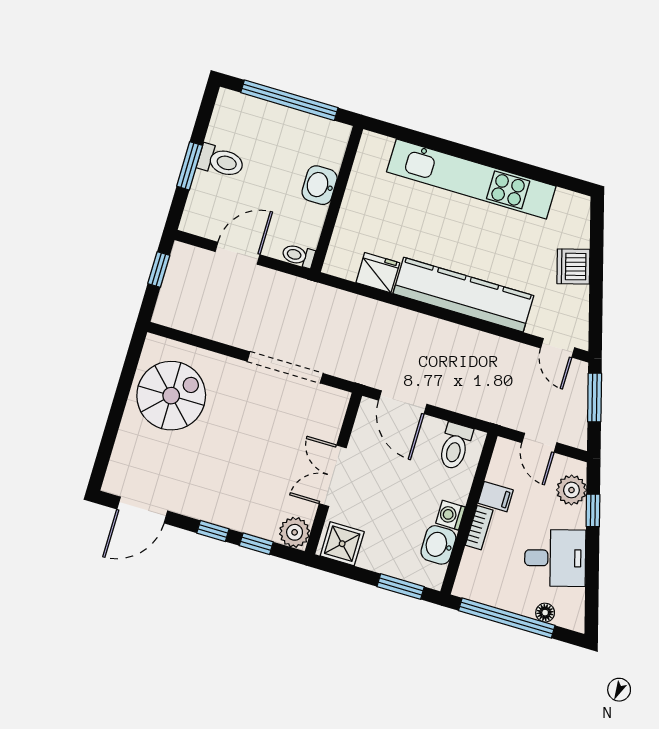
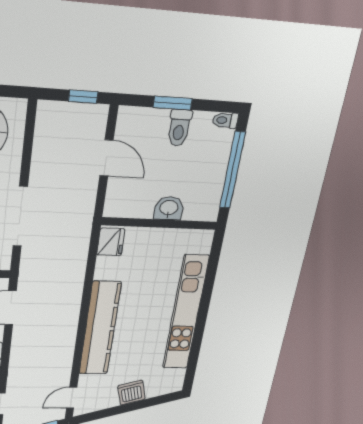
toilet: (298, 256) -> (225, 120), moved, turned -90
fridge: (378, 273) -> (111, 242), moved

